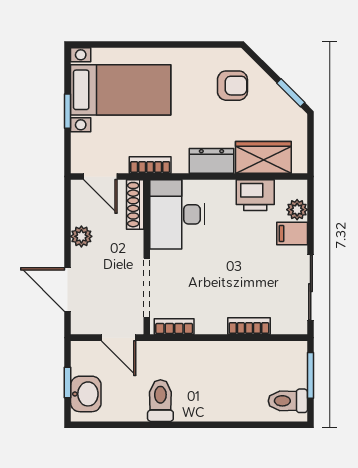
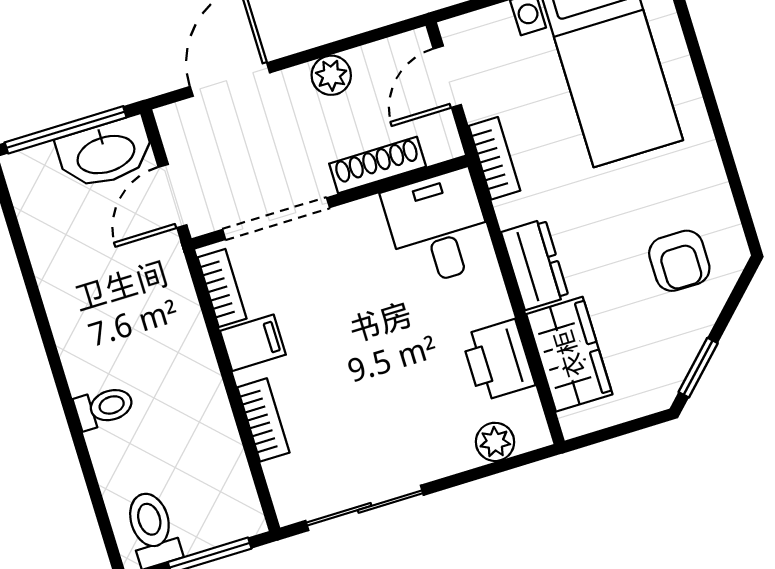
shoe rack: (135, 205) -> (378, 165), moved
desk: (177, 214) -> (439, 228), width x0.73
filing cabinet: (292, 233) -> (253, 343), moved, turned 90
window: (68, 383) -> (66, 130), width x2.17
washbasin: (86, 394) -> (105, 153), moved, width x1.38
toilet: (160, 401) -> (104, 407), moved, width x0.73, depth x0.72

